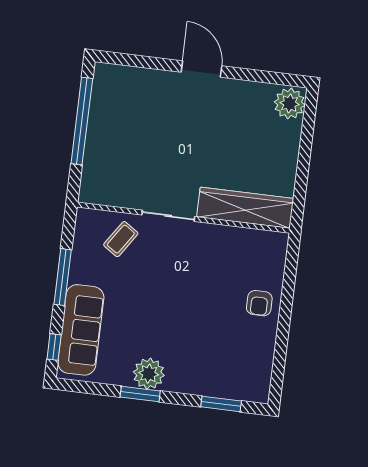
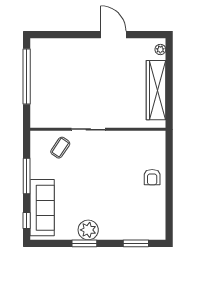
door: (202, 69) -> (113, 35), moved
plant: (290, 104) -> (160, 49), width x0.53, depth x0.53
wardrobe: (245, 208) -> (156, 90), moved, turned -90

